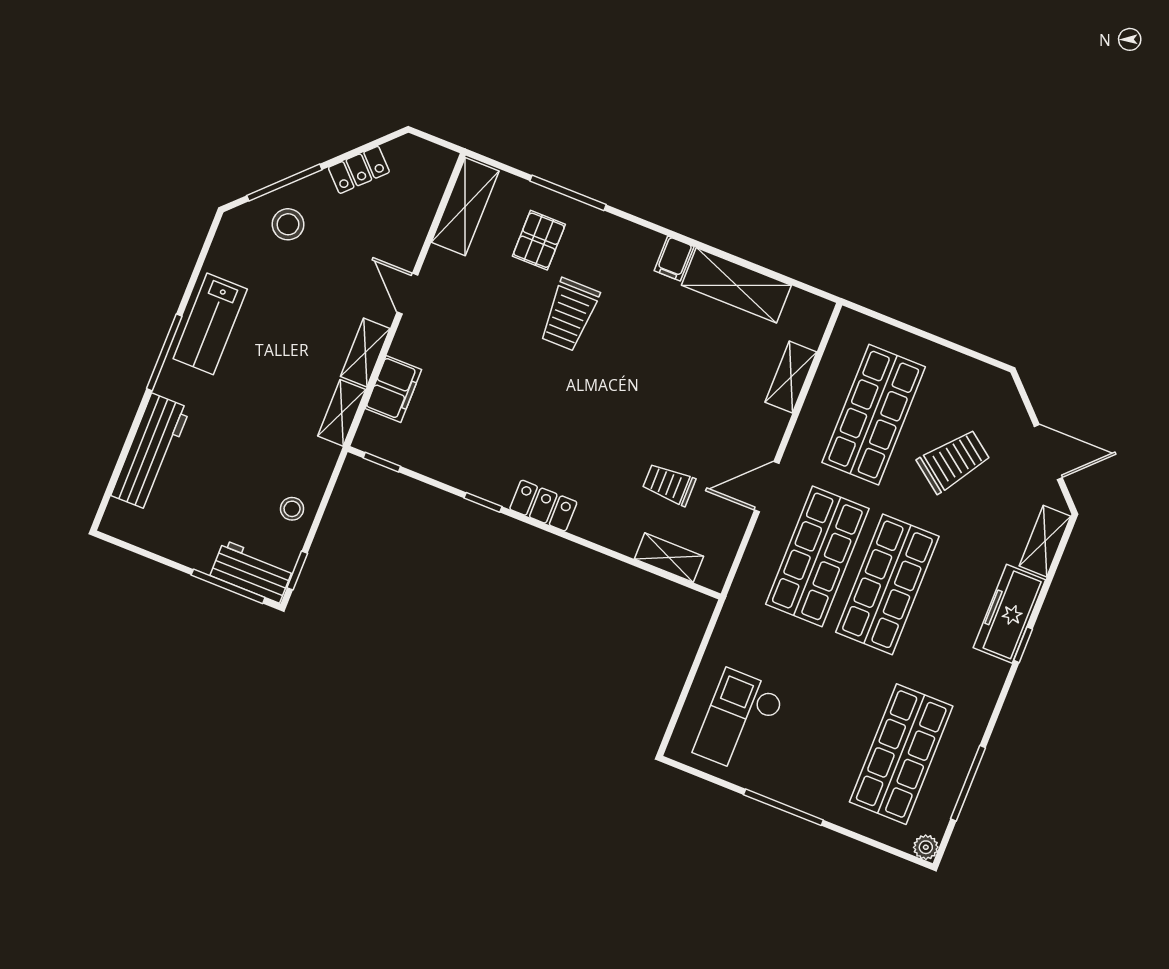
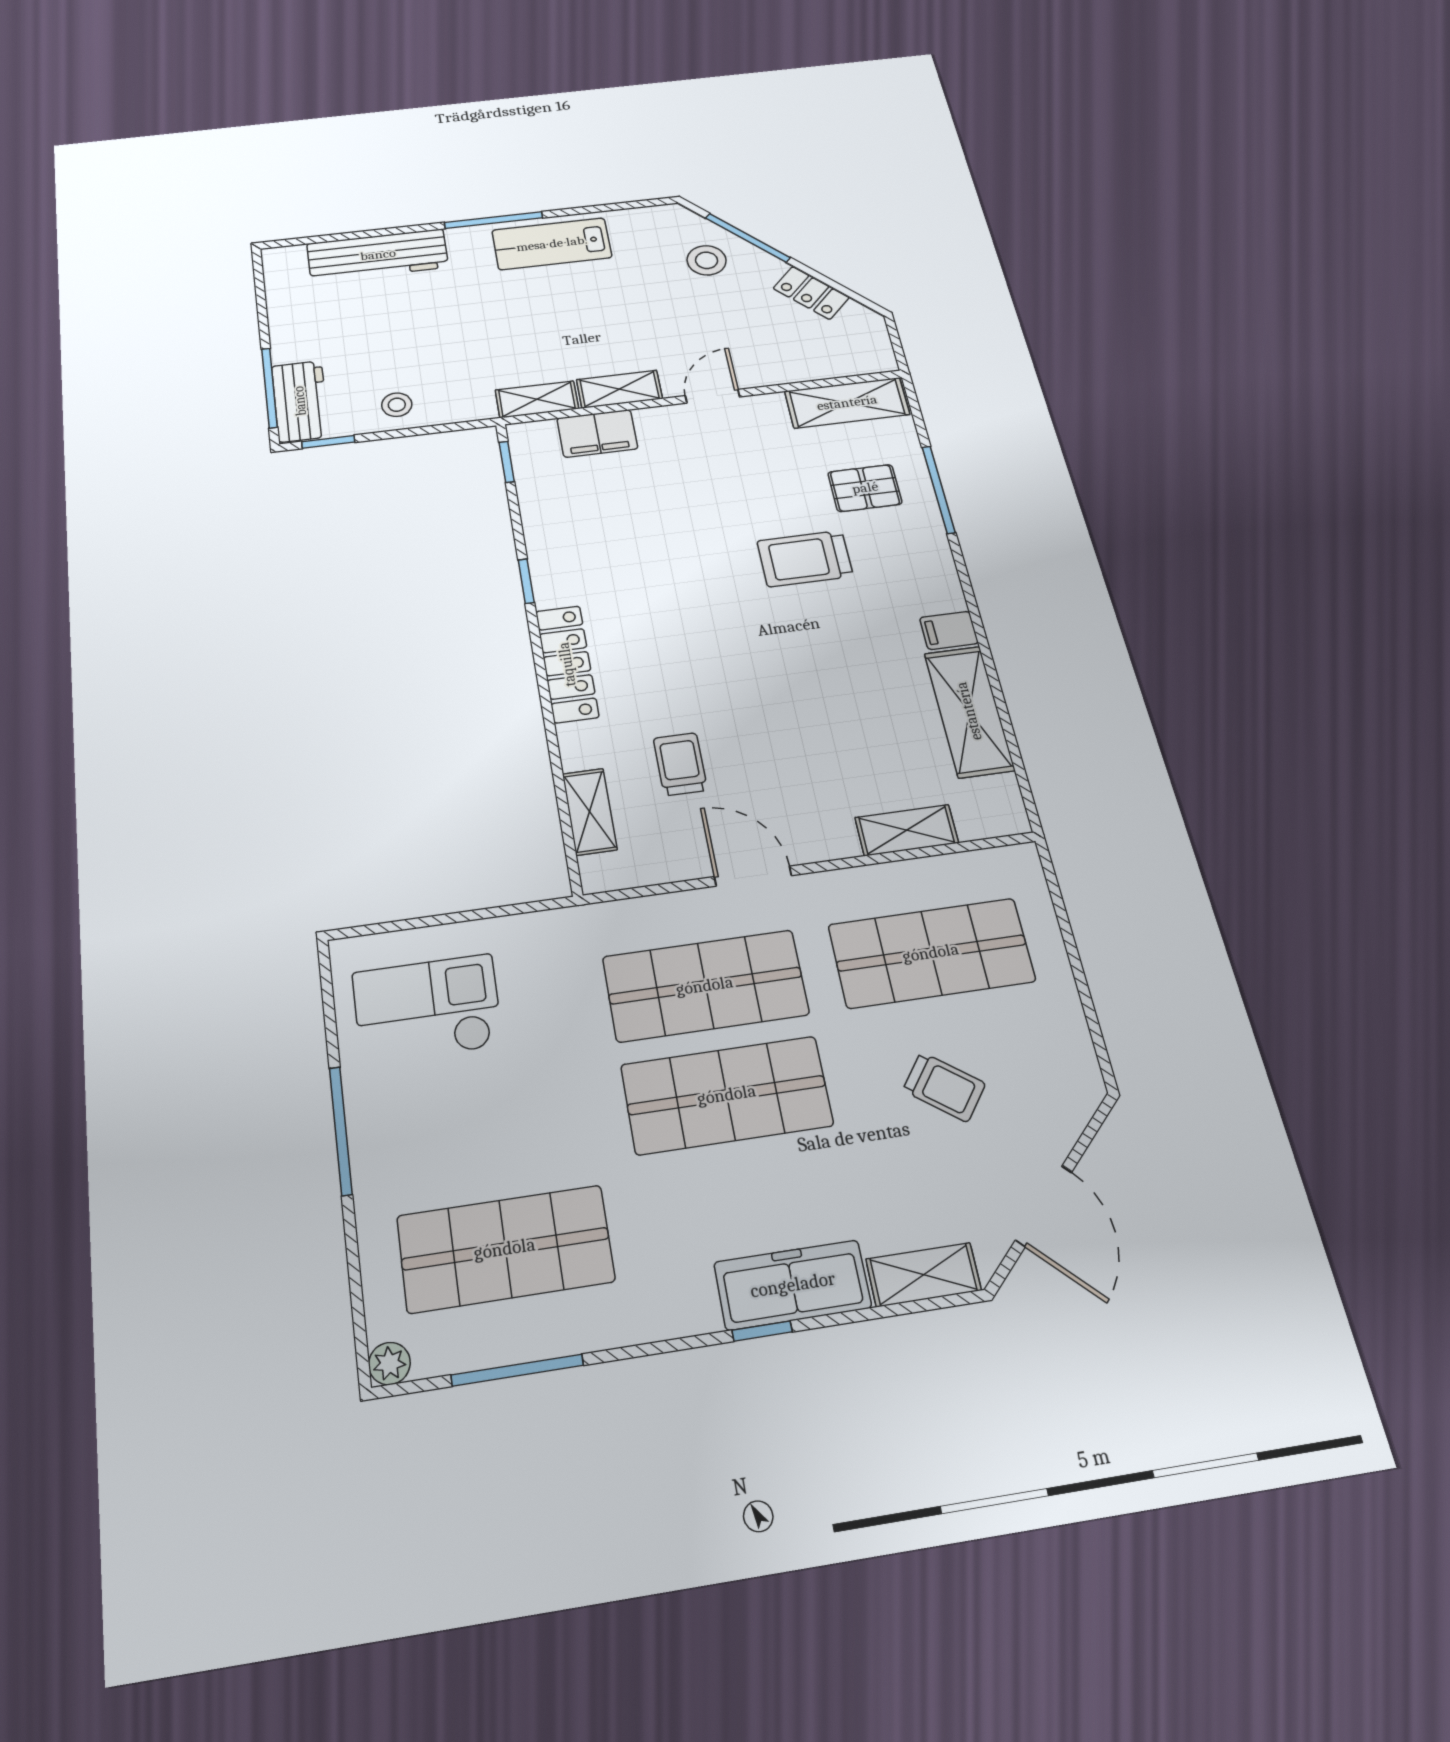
trolley: (954, 461) -> (944, 1087), width x0.73, depth x0.72
locker: (543, 506) -> (567, 664), width x1.53

